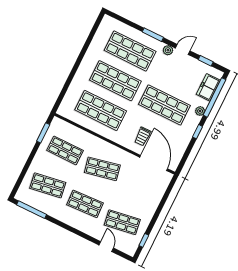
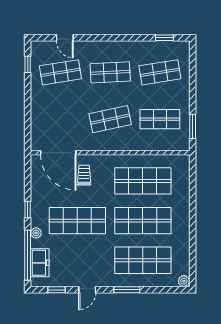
plant: (168, 50) -> (184, 281), moved
window: (32, 210) -> (164, 38), width x0.46

